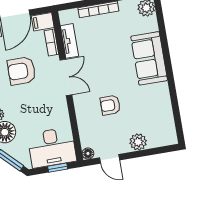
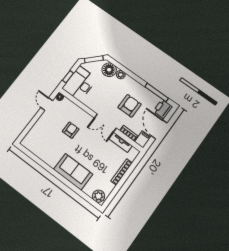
plant: (138, 142) -> (40, 125), removed
door: (110, 159) -> (47, 104), hinge flipped

